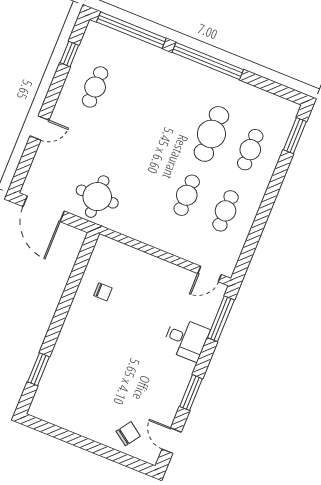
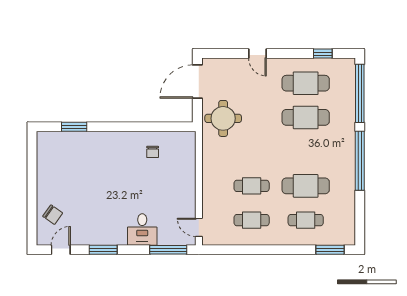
cafe table: (95, 87) -> (306, 83), width x1.37, depth x1.35
cafe table: (134, 103) -> (306, 117), added

